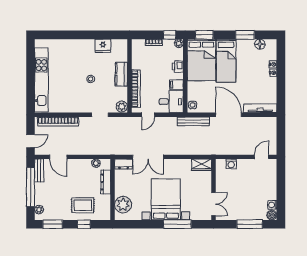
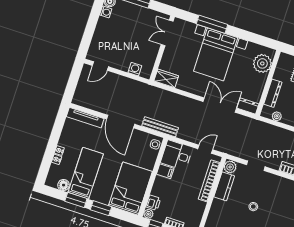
window: (204, 35) -> (101, 208), moved
bed: (226, 61) -> (86, 173), moved
printer: (178, 67) -> (153, 203), moved
kitchen counter: (121, 74) -> (224, 186), moved

